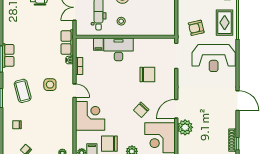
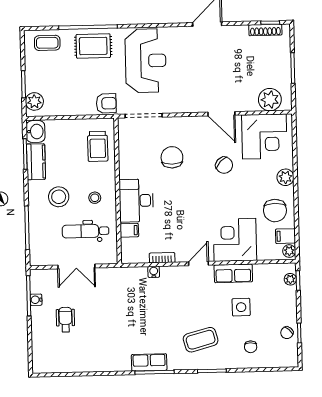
trolley: (156, 24) -> (98, 146), added
armchair: (196, 28) -> (106, 103), moved, turned -77
row of seats: (67, 42) -> (233, 273), moved
side table: (50, 85) -> (241, 307), moved
plant: (185, 127) -> (270, 100), moved

